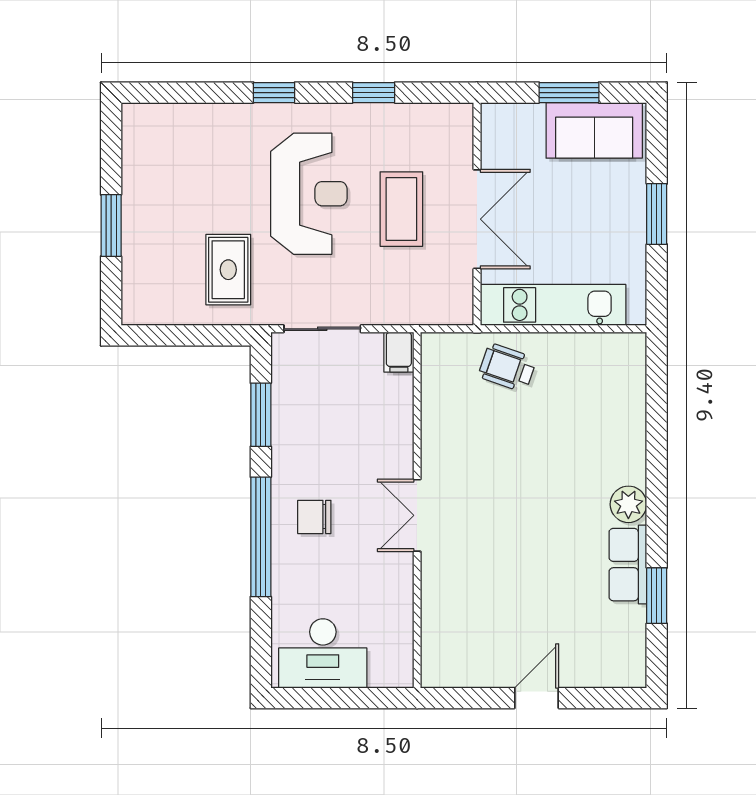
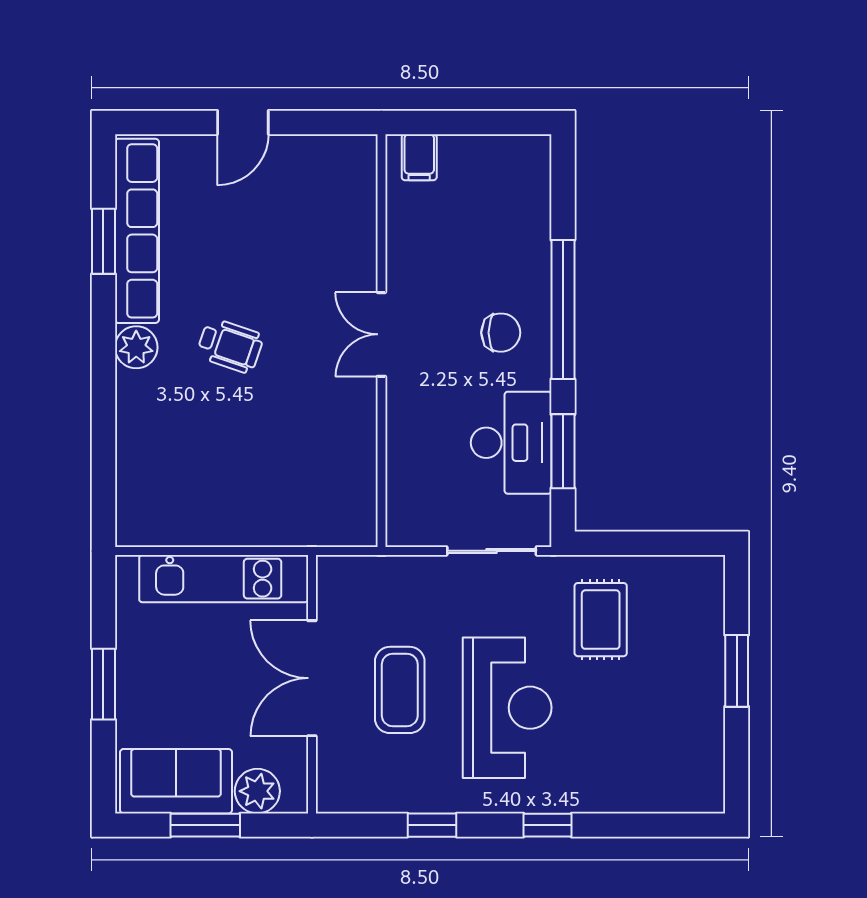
plant: (524, 122) -> (257, 791), added
reception desk: (309, 194) -> (507, 708), turned 180
filing cabinet: (399, 352) -> (419, 157), moved, turned 180
wheelchair: (507, 368) -> (230, 346), moved
double door: (417, 515) -> (381, 334), swing flipped
row of seats: (628, 565) -> (137, 231), width x2.02
desk: (323, 653) -> (511, 443), moved, turned 90

